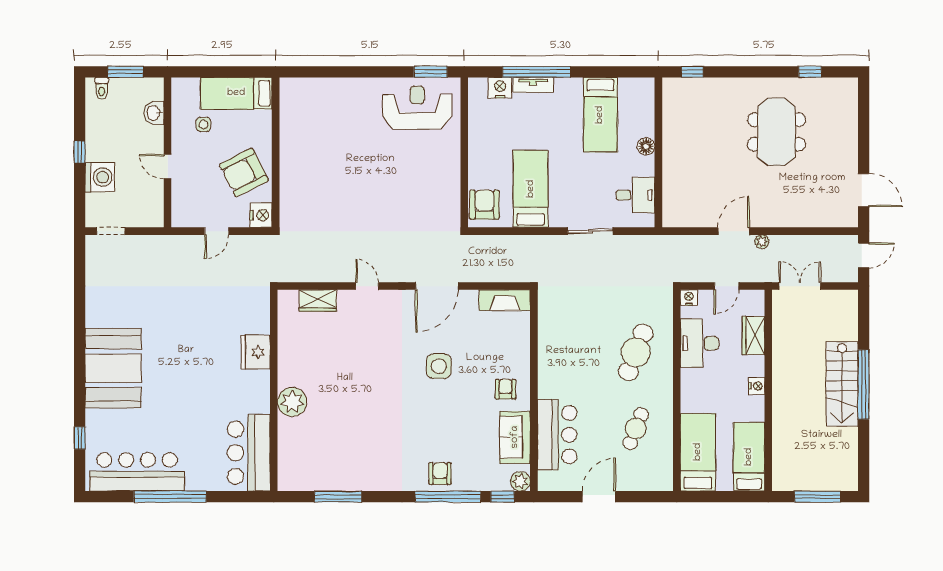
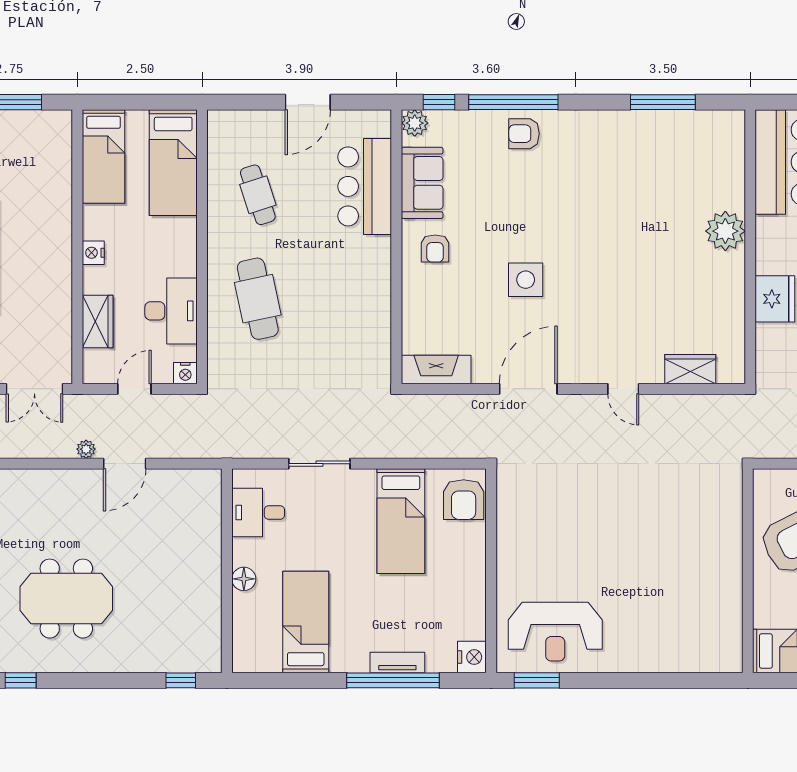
nightstand: (500, 88) -> (472, 657), moved, turned -90
meeting table: (776, 132) -> (66, 599), turned 90
nightstand: (261, 215) -> (768, 485), removed
cafe table: (636, 352) -> (258, 299), turned -33
cafe table: (636, 429) -> (258, 195), turned -39
armchair: (440, 473) -> (524, 134), turned 90

